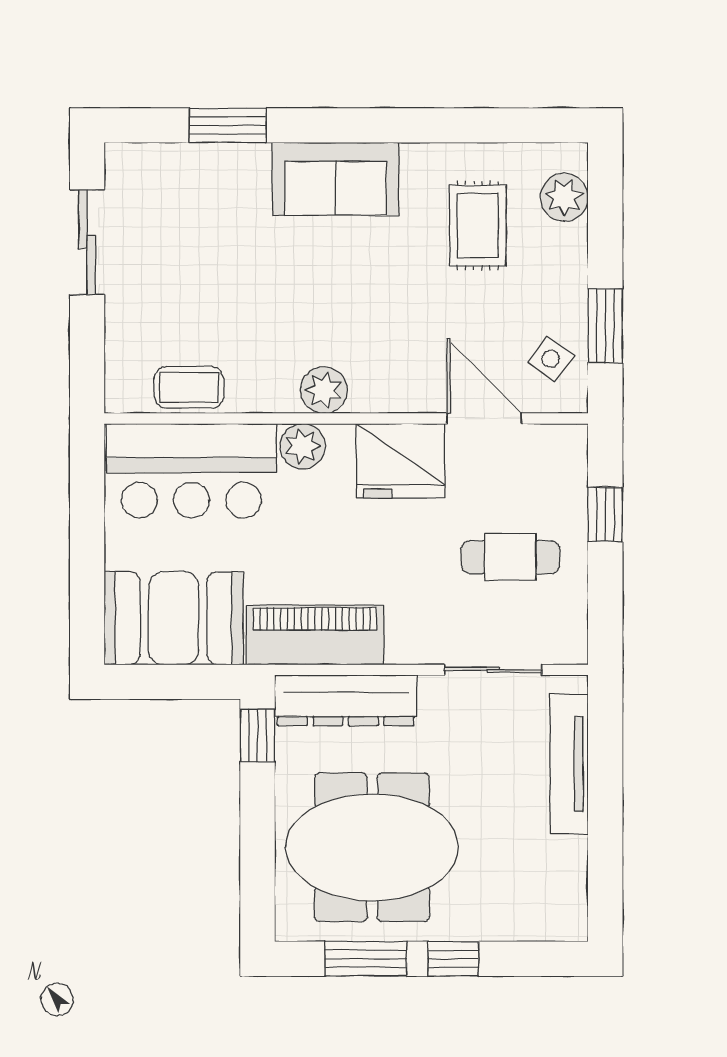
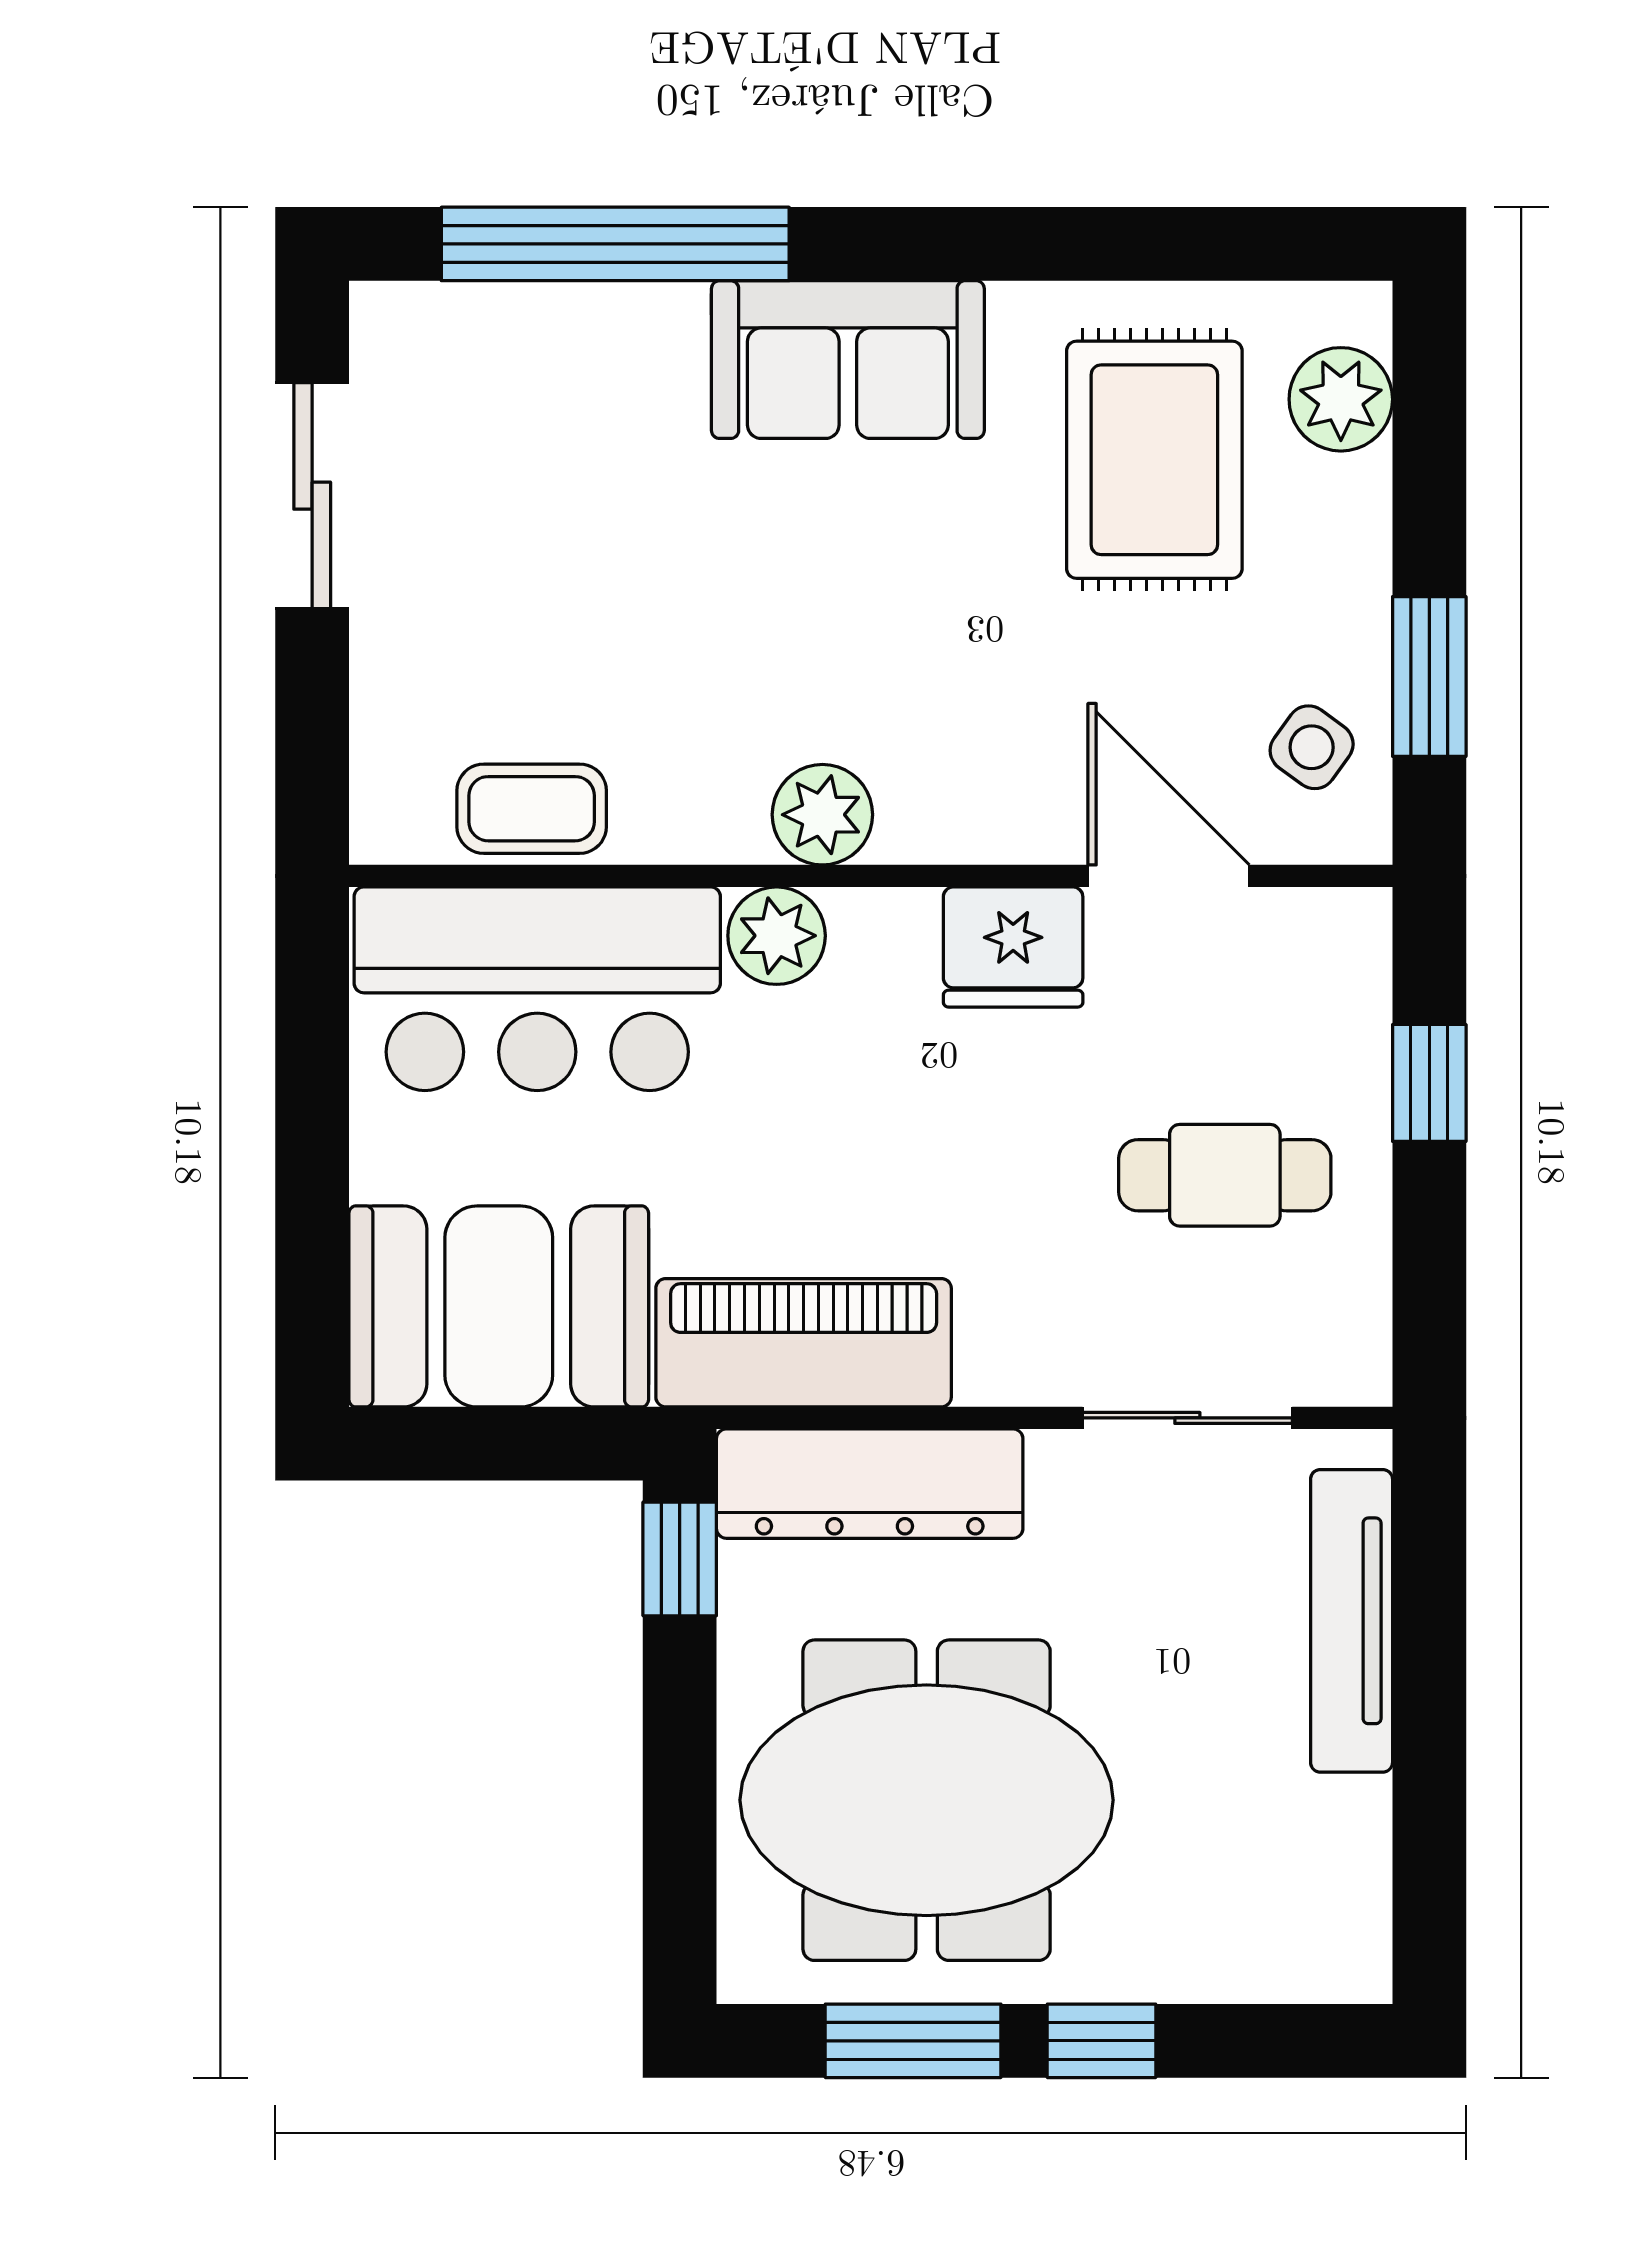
window: (228, 125) -> (615, 244), width x2.11
rug: (478, 225) -> (1154, 460), width x1.36, depth x1.43
fridge: (401, 461) -> (1013, 947), width x0.73, depth x0.75

